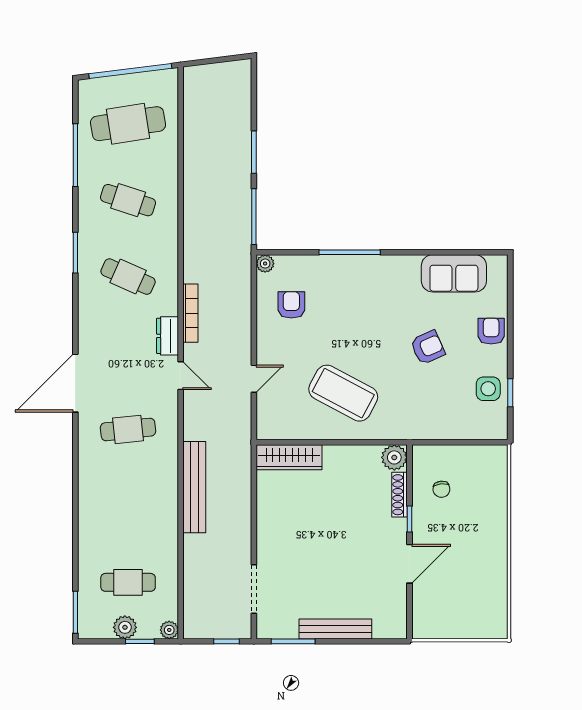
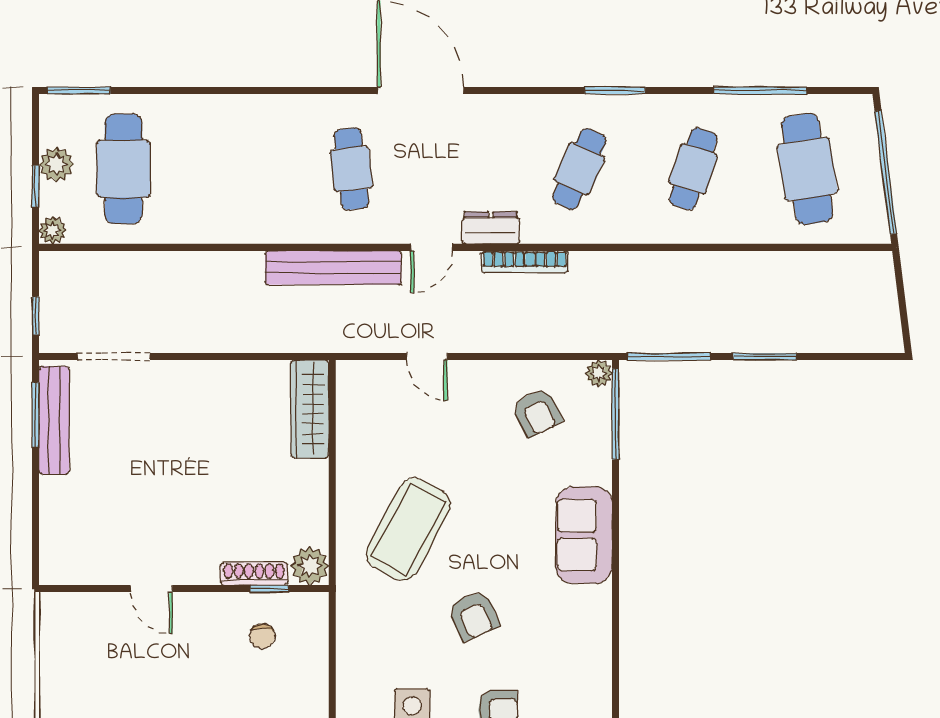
window: (350, 252) -> (615, 414), moved
sofa: (454, 273) -> (584, 535), moved
armchair: (291, 305) -> (537, 412), turned 63
coffee table: (343, 393) -> (408, 529), moved
bench: (194, 487) -> (333, 268), moved
chair: (441, 489) -> (262, 636), turned -83
window: (410, 519) -> (269, 589), moved
door: (410, 564) -> (151, 589), width x0.73
cafe table: (128, 582) -> (123, 169), width x1.37, depth x1.35
bench: (335, 629) -> (54, 420), moved

